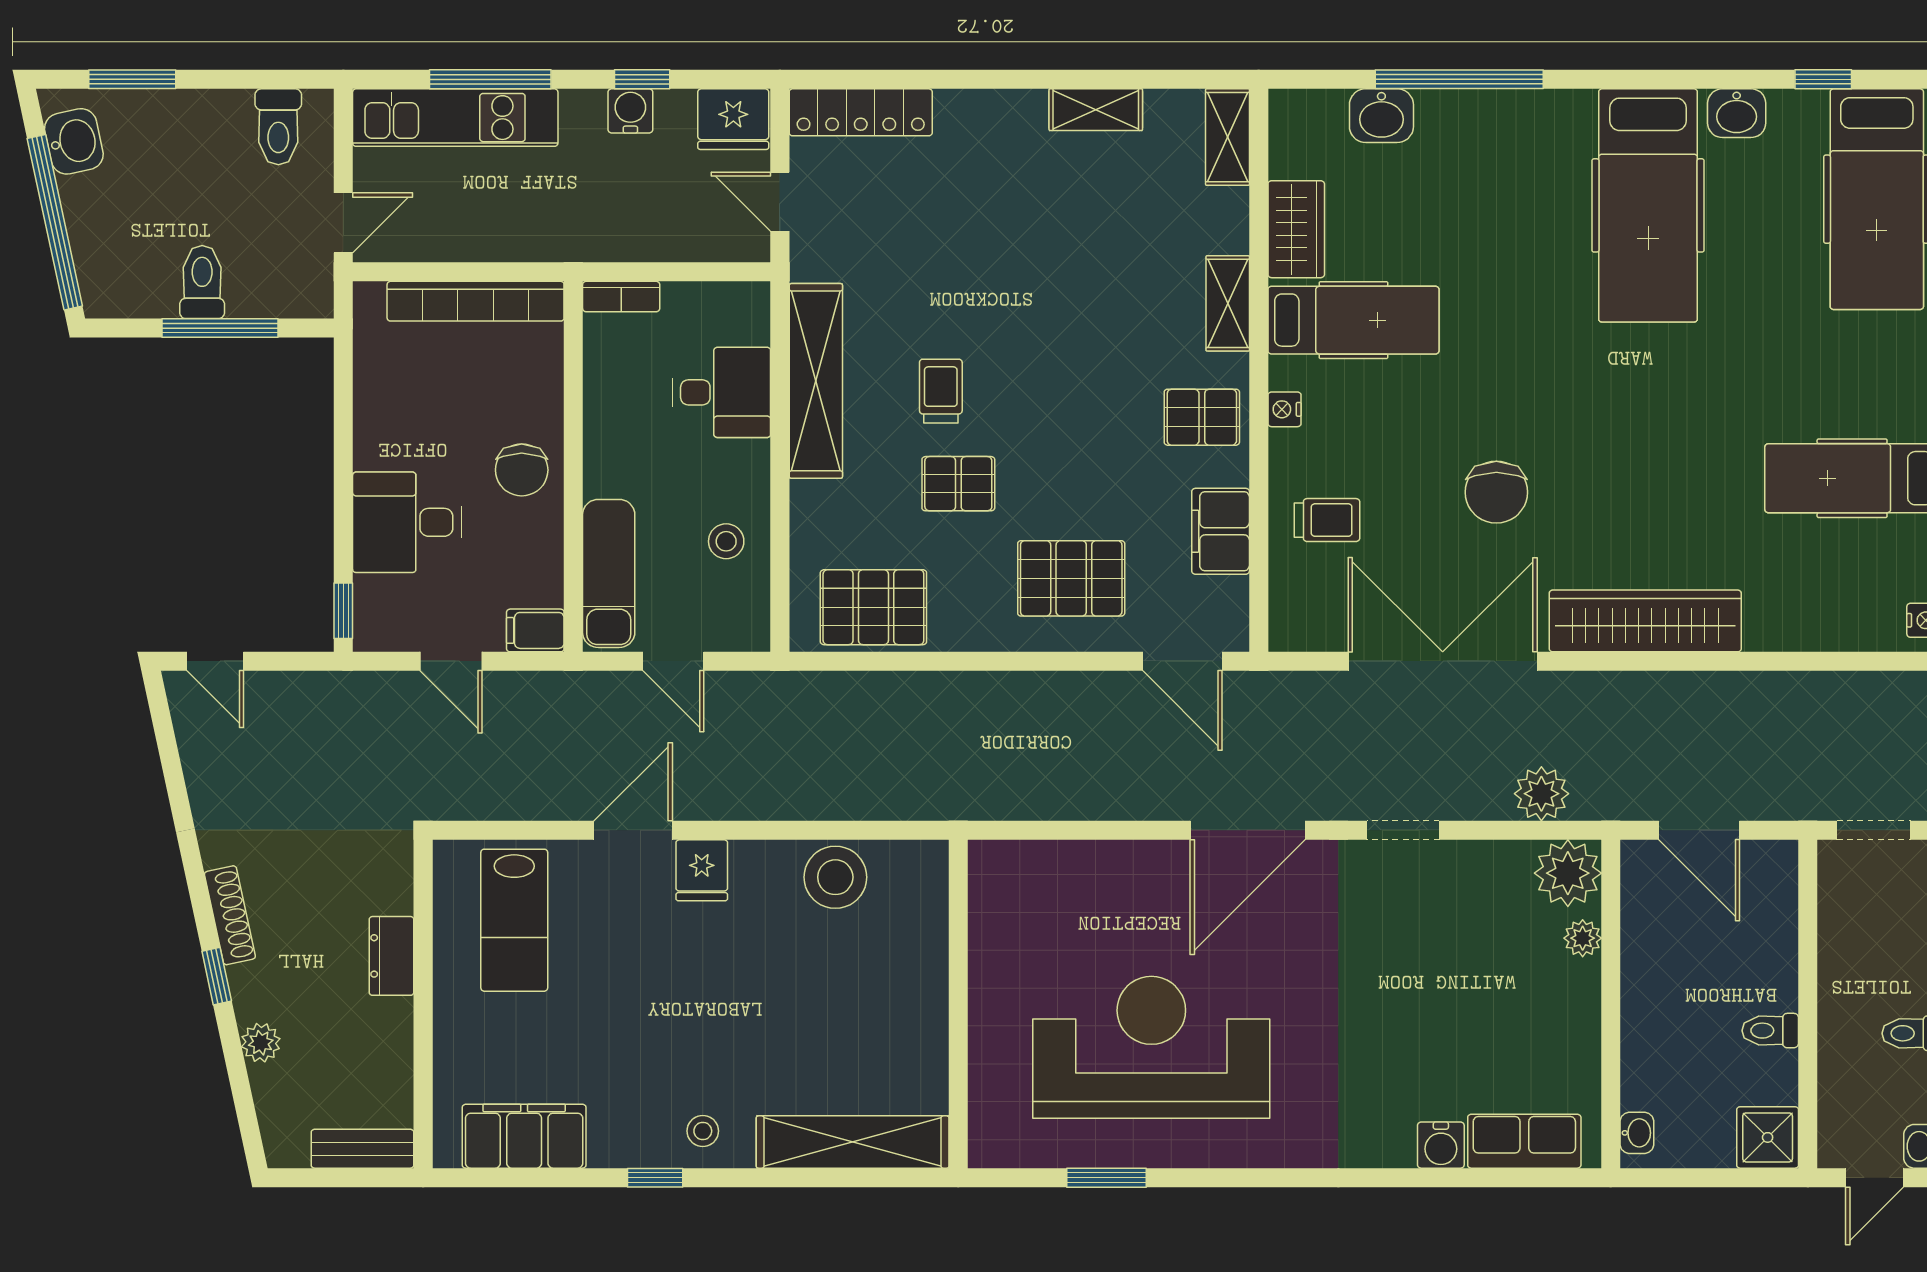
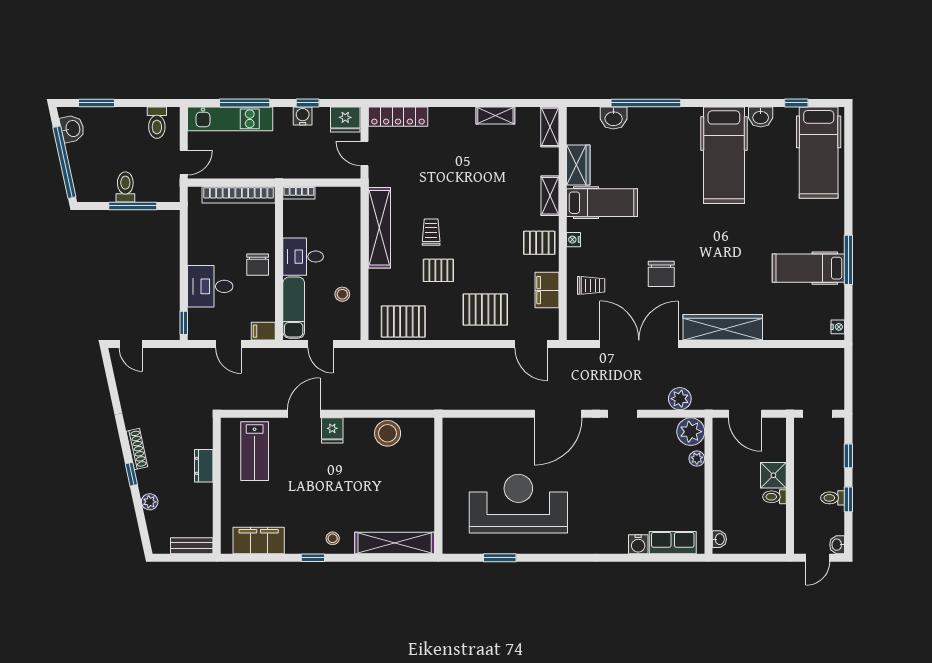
desk: (722, 392) -> (303, 257), moved, turned 180
shower: (1768, 1137) -> (773, 475), moved

